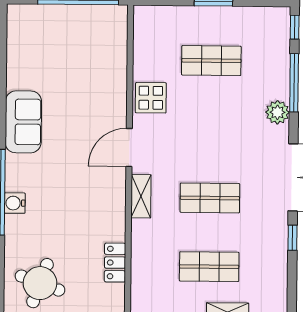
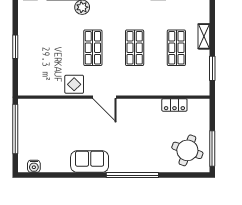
shop shelf: (211, 61) -> (93, 48), moved
shelving: (141, 196) -> (134, 90), removed
water cooler: (15, 203) -> (34, 166), moved

